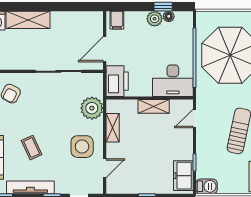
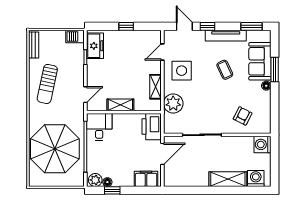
plant: (155, 19) -> (95, 180), moved
filing cabinet: (117, 20) -> (146, 179), width x2.00
desk: (173, 81) -> (99, 127), width x0.73

